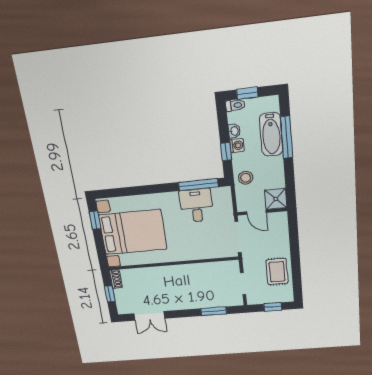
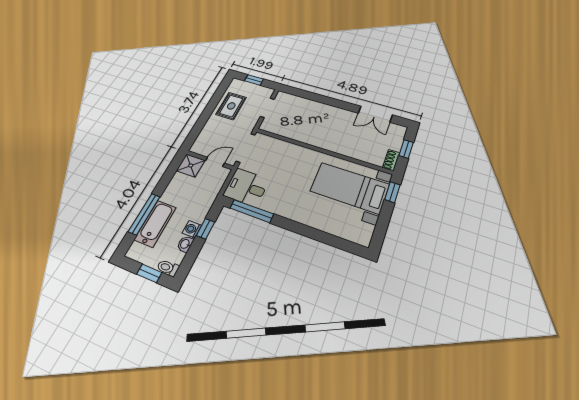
stool: (246, 178) -> (204, 196), removed
desk: (196, 205) -> (246, 187), moved, turned 90
door: (256, 212) -> (215, 162), hinge flipped
window: (95, 220) -> (392, 192), moved
bed with nightstands: (133, 232) -> (350, 188), width x0.73
window: (214, 311) -> (309, 95), removed
double door: (149, 316) -> (375, 114), swing flipped

